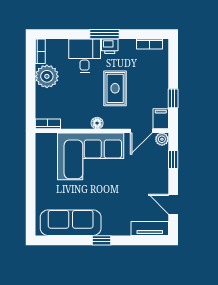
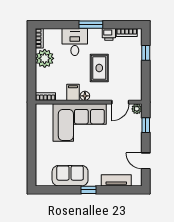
printer: (110, 46) -> (109, 34), moved
window: (173, 98) -> (146, 53), moved
filing cabinet: (161, 119) -> (73, 92), moved
sofa: (71, 223) -> (70, 176), width x0.73
tv unit: (150, 228) -> (116, 180), moved

